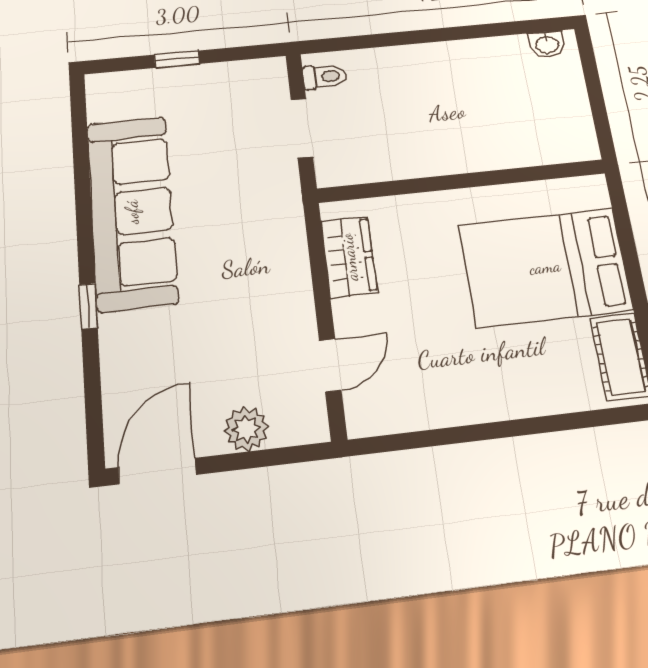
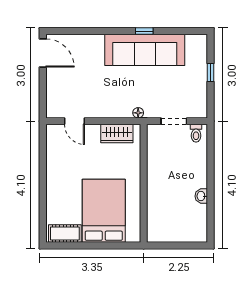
washbasin: (547, 44) -> (201, 196), moved
floor lamp: (291, 211) -> (138, 113), added
window: (88, 306) -> (144, 31), moved
plant: (246, 429) -> (54, 87), removed

